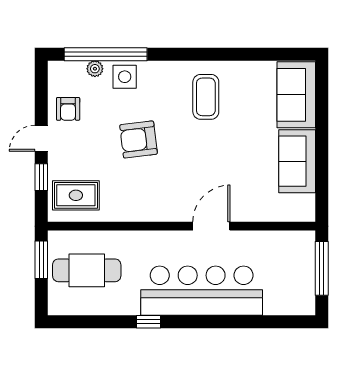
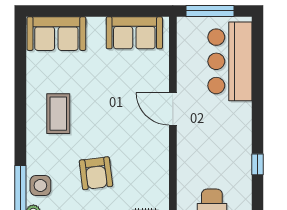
coffee table: (206, 97) -> (58, 114), turned 90
sofa: (297, 161) -> (134, 33), moved
bar counter: (202, 291) -> (230, 61), moved, width x0.73

